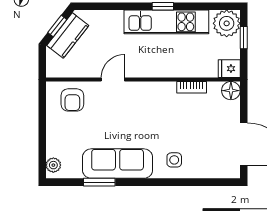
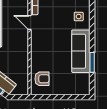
door: (113, 80) -> (30, 23), moved
plant: (53, 165) -> (82, 90), removed

